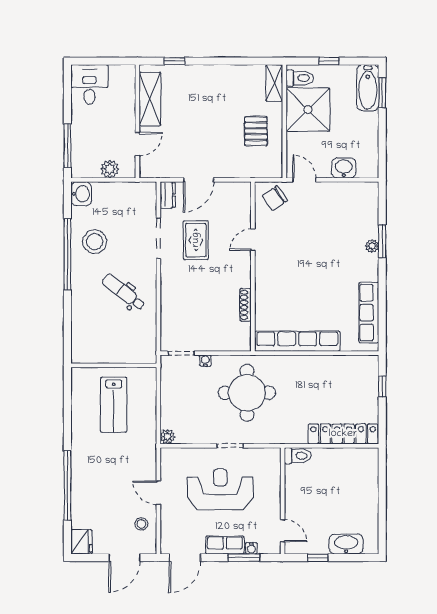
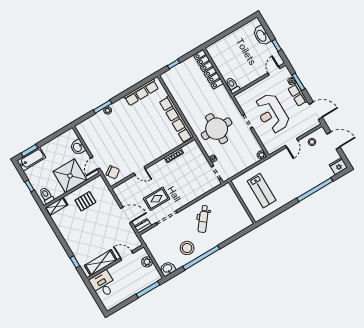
desk: (89, 84) -> (103, 284), moved, turned 90
shower: (308, 110) -> (70, 176), moved
lab bench: (114, 405) -> (262, 191), turned 90

